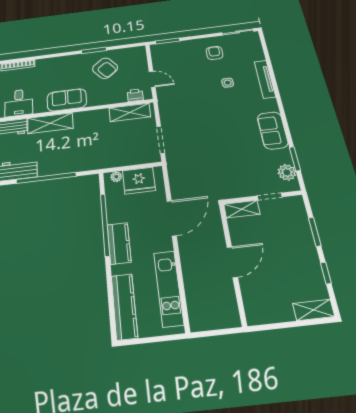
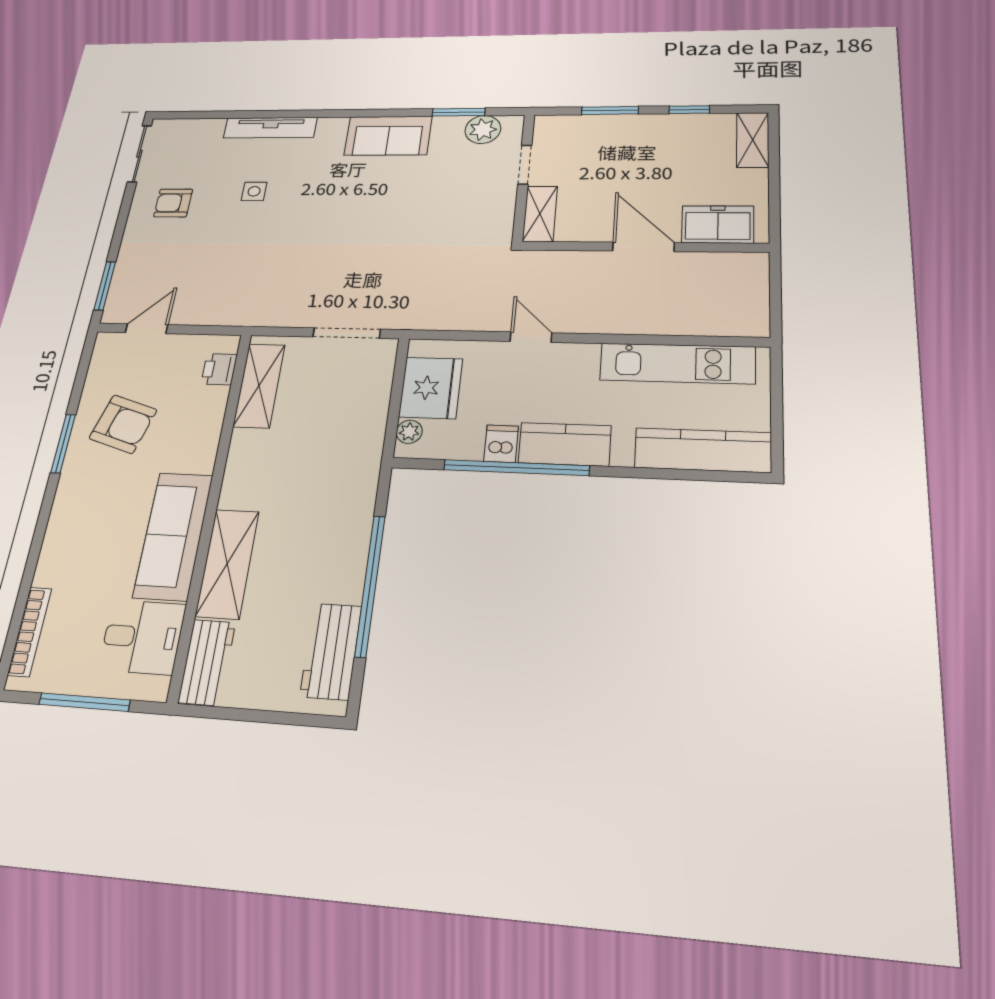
armchair: (105, 68) -> (123, 424), turned 56
door: (152, 79) -> (147, 329), moved
sofa: (67, 100) -> (173, 536), width x1.36
dishwasher: (116, 216) -> (501, 444), added
door: (172, 218) -> (531, 337), width x0.53
freezer: (254, 298) -> (718, 224), added

